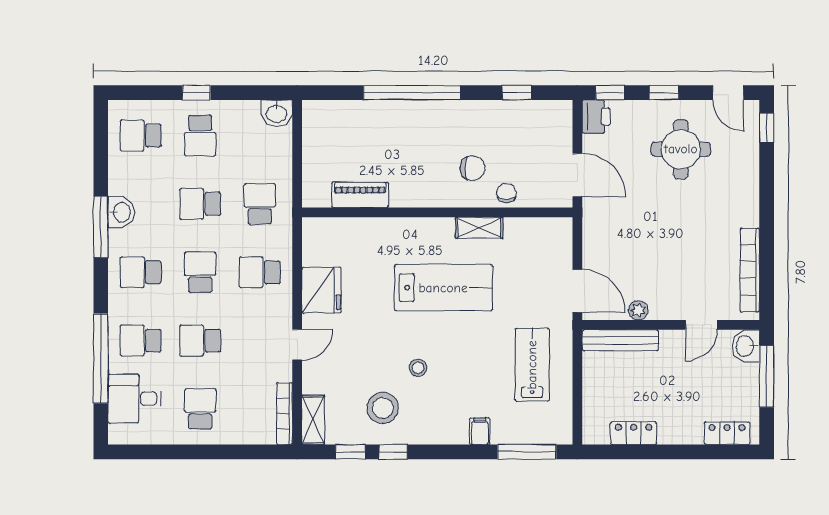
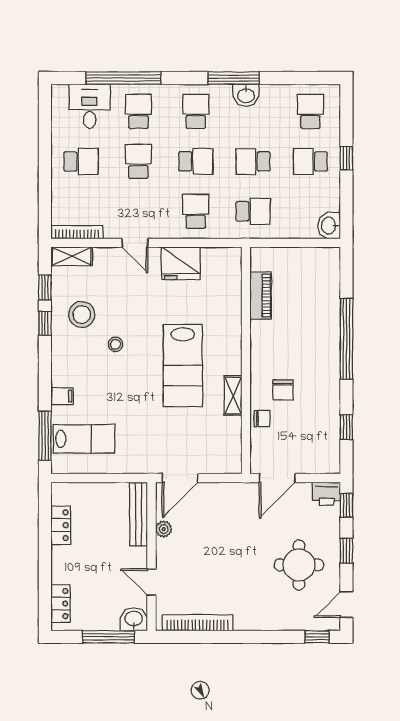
school desk: (200, 204) -> (253, 161), turned -90
lab bench: (532, 365) -> (84, 439), moved

